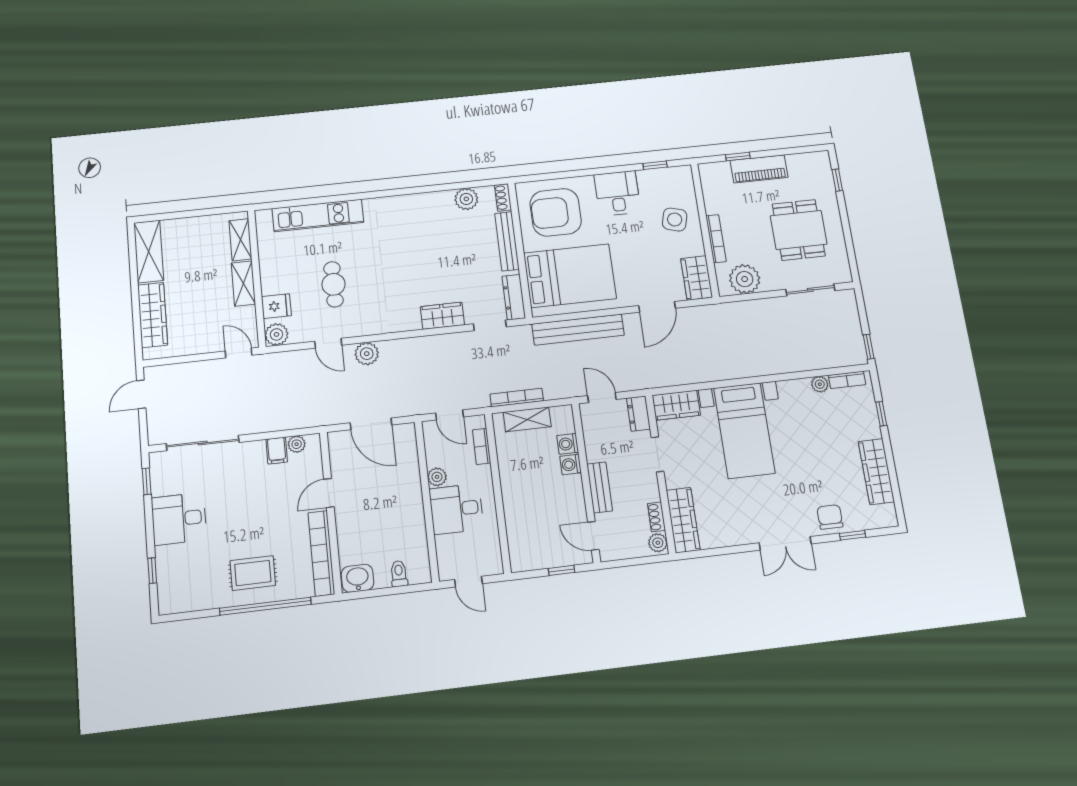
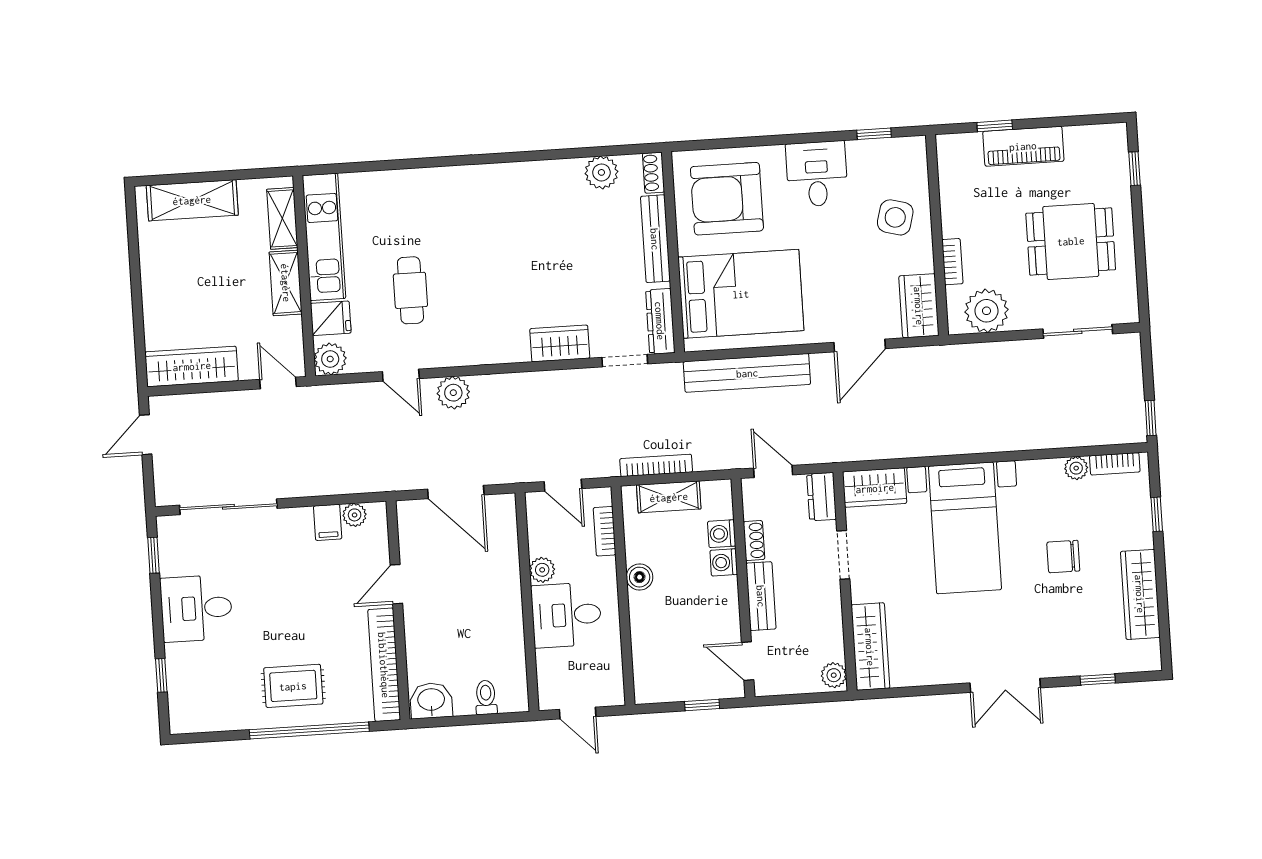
kitchen unit: (318, 215) -> (324, 237), moved, turned -90
dining table: (799, 230) -> (1071, 241), turned 90
bookcase: (716, 239) -> (952, 262), width x0.64
shelving: (149, 252) -> (192, 200), moved, turned 90
wardrobe: (153, 315) -> (192, 366), moved, turned -90
boiler: (509, 478) -> (640, 577), added
shoe rack: (656, 517) -> (754, 541), moved, turned 180
chair: (830, 517) -> (1063, 557), moved, turned -90

